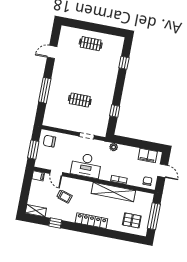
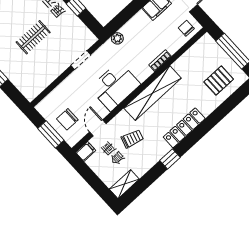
chair: (49, 141) -> (67, 119), moved
door: (56, 173) -> (98, 128), swing flipped
shelving: (113, 192) -> (153, 93), moved
window: (55, 223) -> (170, 159), moved

